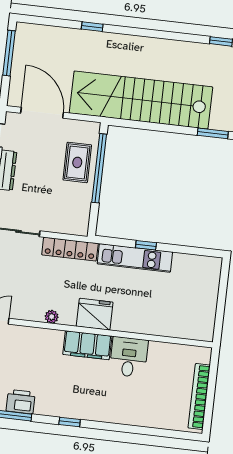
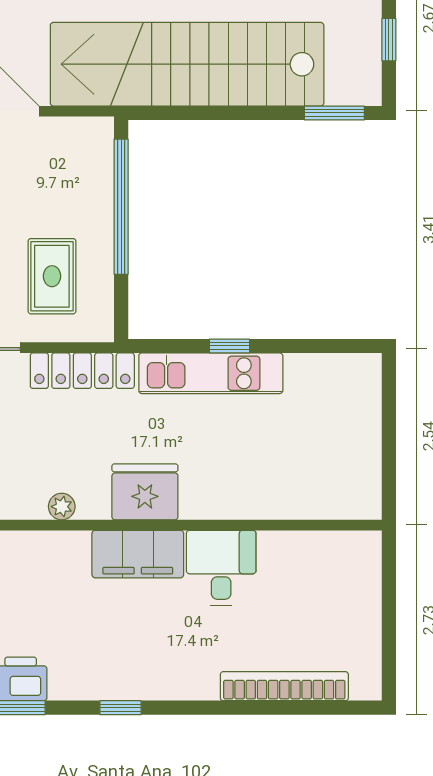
rug: (77, 162) -> (52, 276), moved
bookcase: (199, 397) -> (284, 686), moved, turned 90

